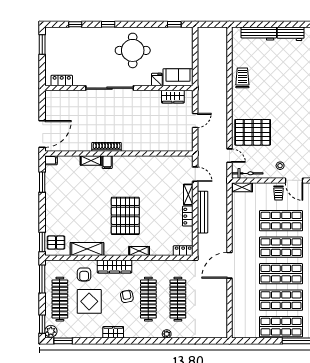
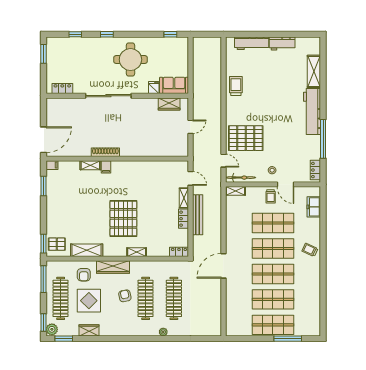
wardrobe: (113, 332) -> (89, 330), moved

